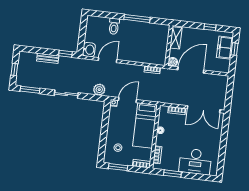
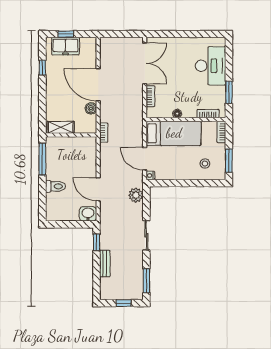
shelving: (176, 38) -> (61, 127), moved
wall: (169, 45) -> (71, 135), moved

